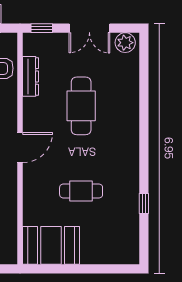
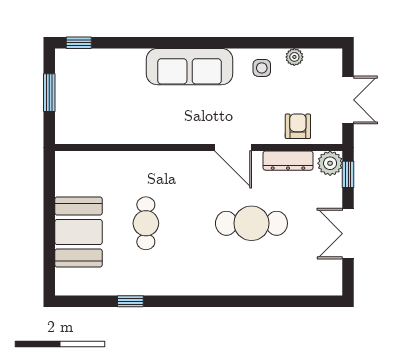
plant: (125, 43) -> (330, 163), moved
door: (20, 148) -> (233, 147), moved
booth: (51, 245) -> (78, 232), moved

